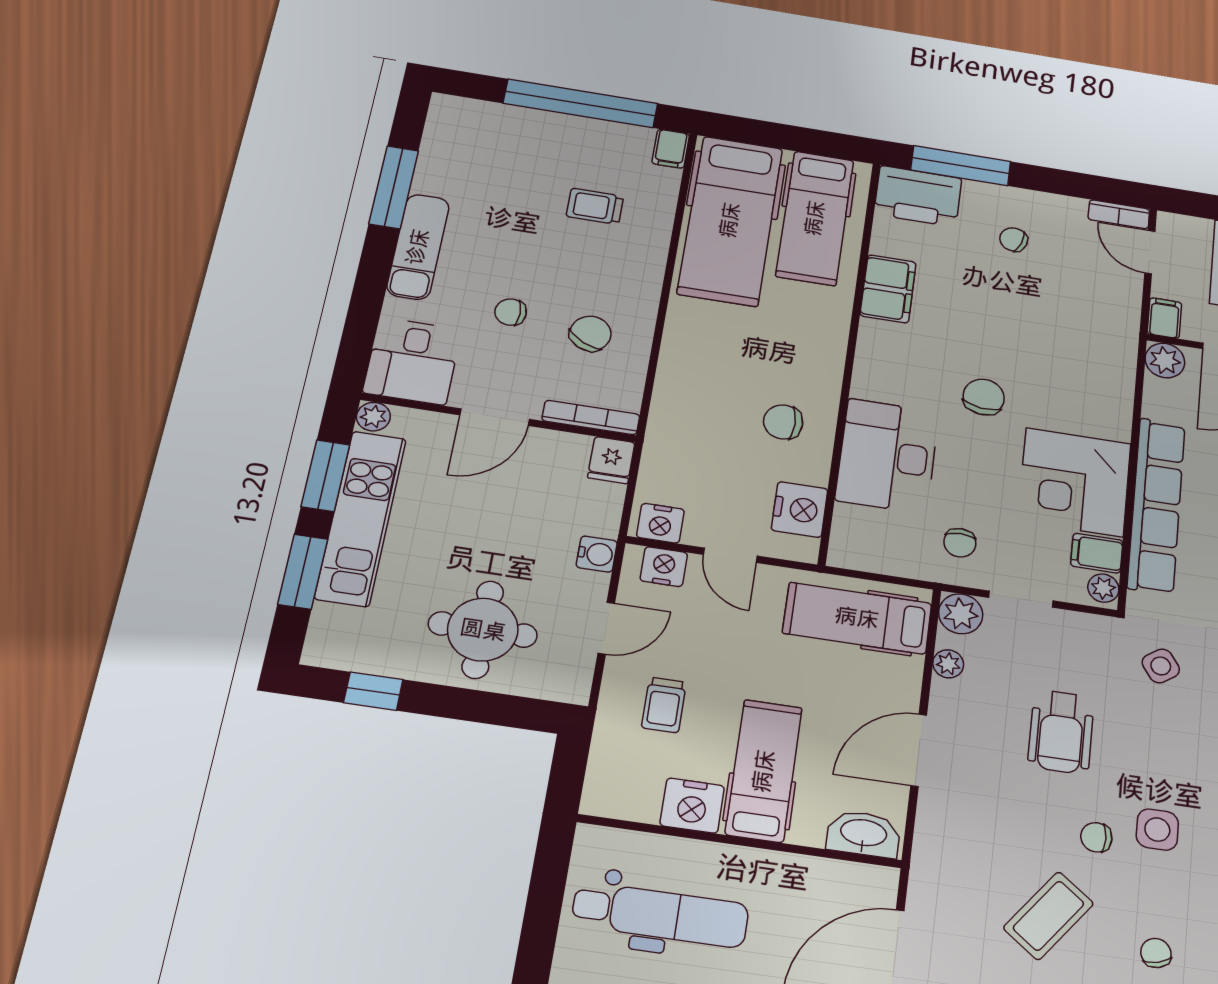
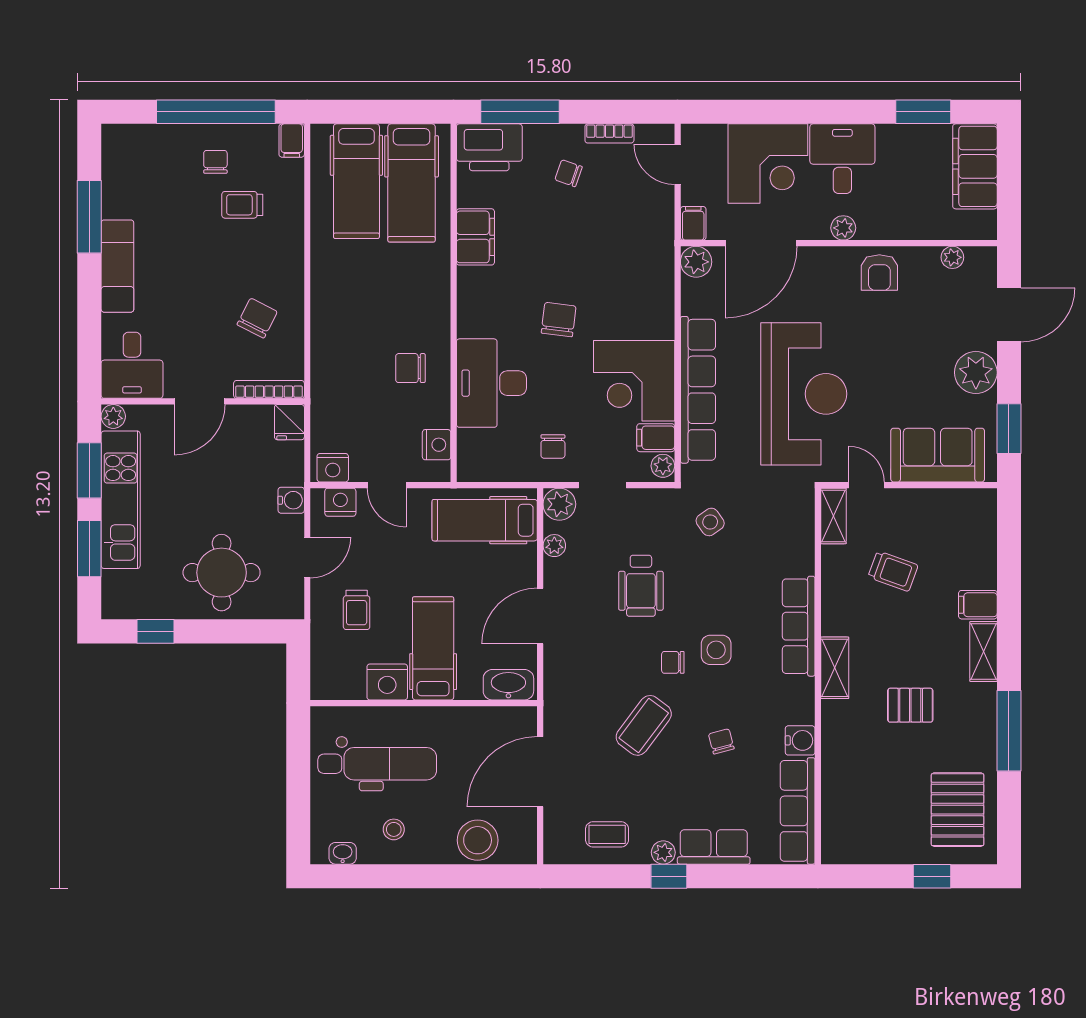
bookcase: (1119, 214) -> (609, 133), moved
hospital bed: (730, 220) -> (356, 181), width x0.73, depth x0.78
chair: (511, 312) -> (215, 162), moved, turned 90
nightstand: (800, 509) -> (437, 445), width x0.74, depth x0.75

